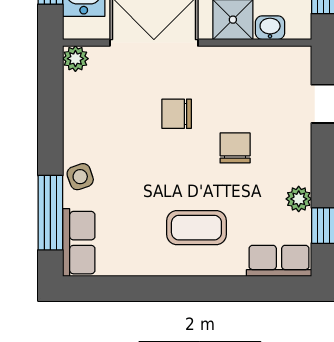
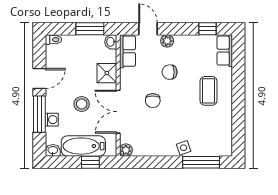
washbasin: (270, 28) -> (111, 42), moved
plant: (299, 199) -> (167, 41), moved
row of seats: (79, 243) -> (127, 51), moved, turned 90

